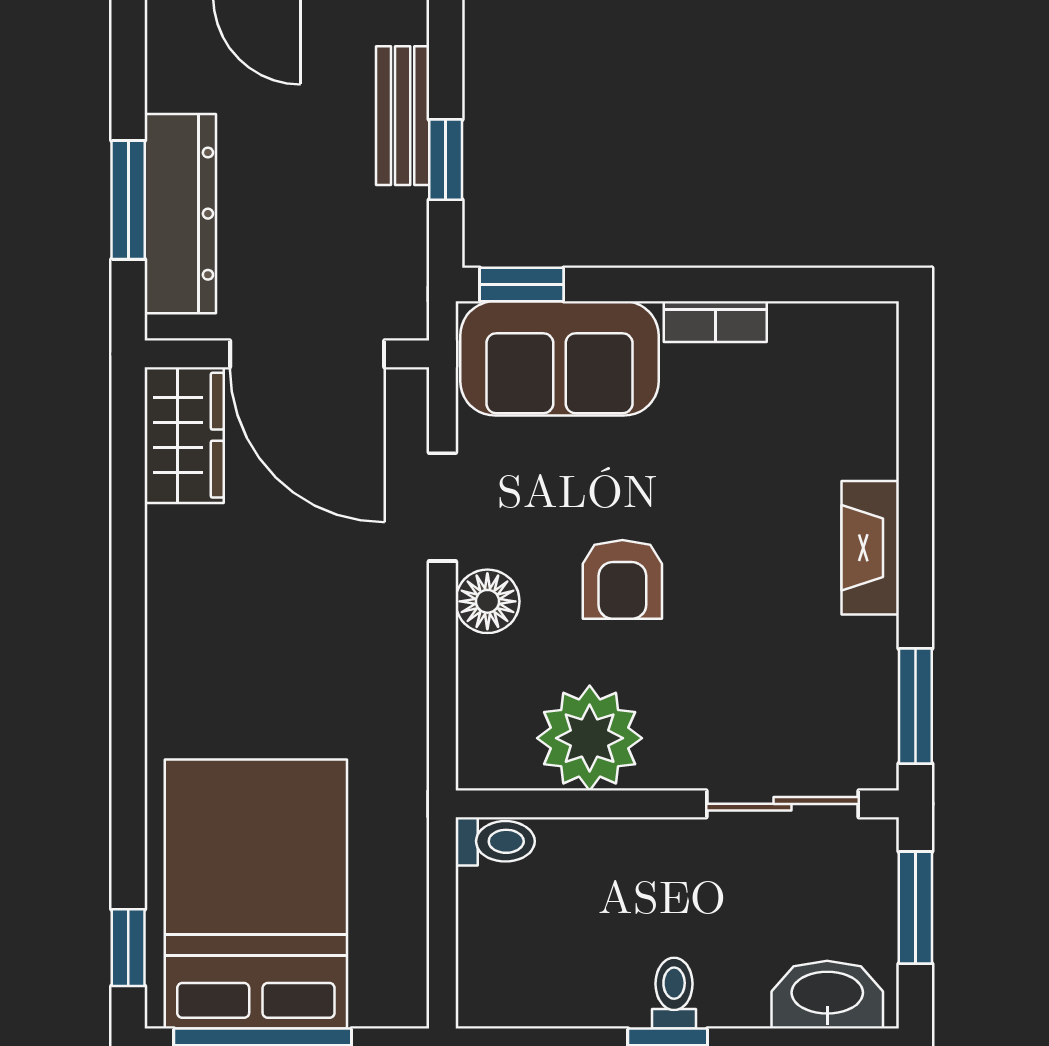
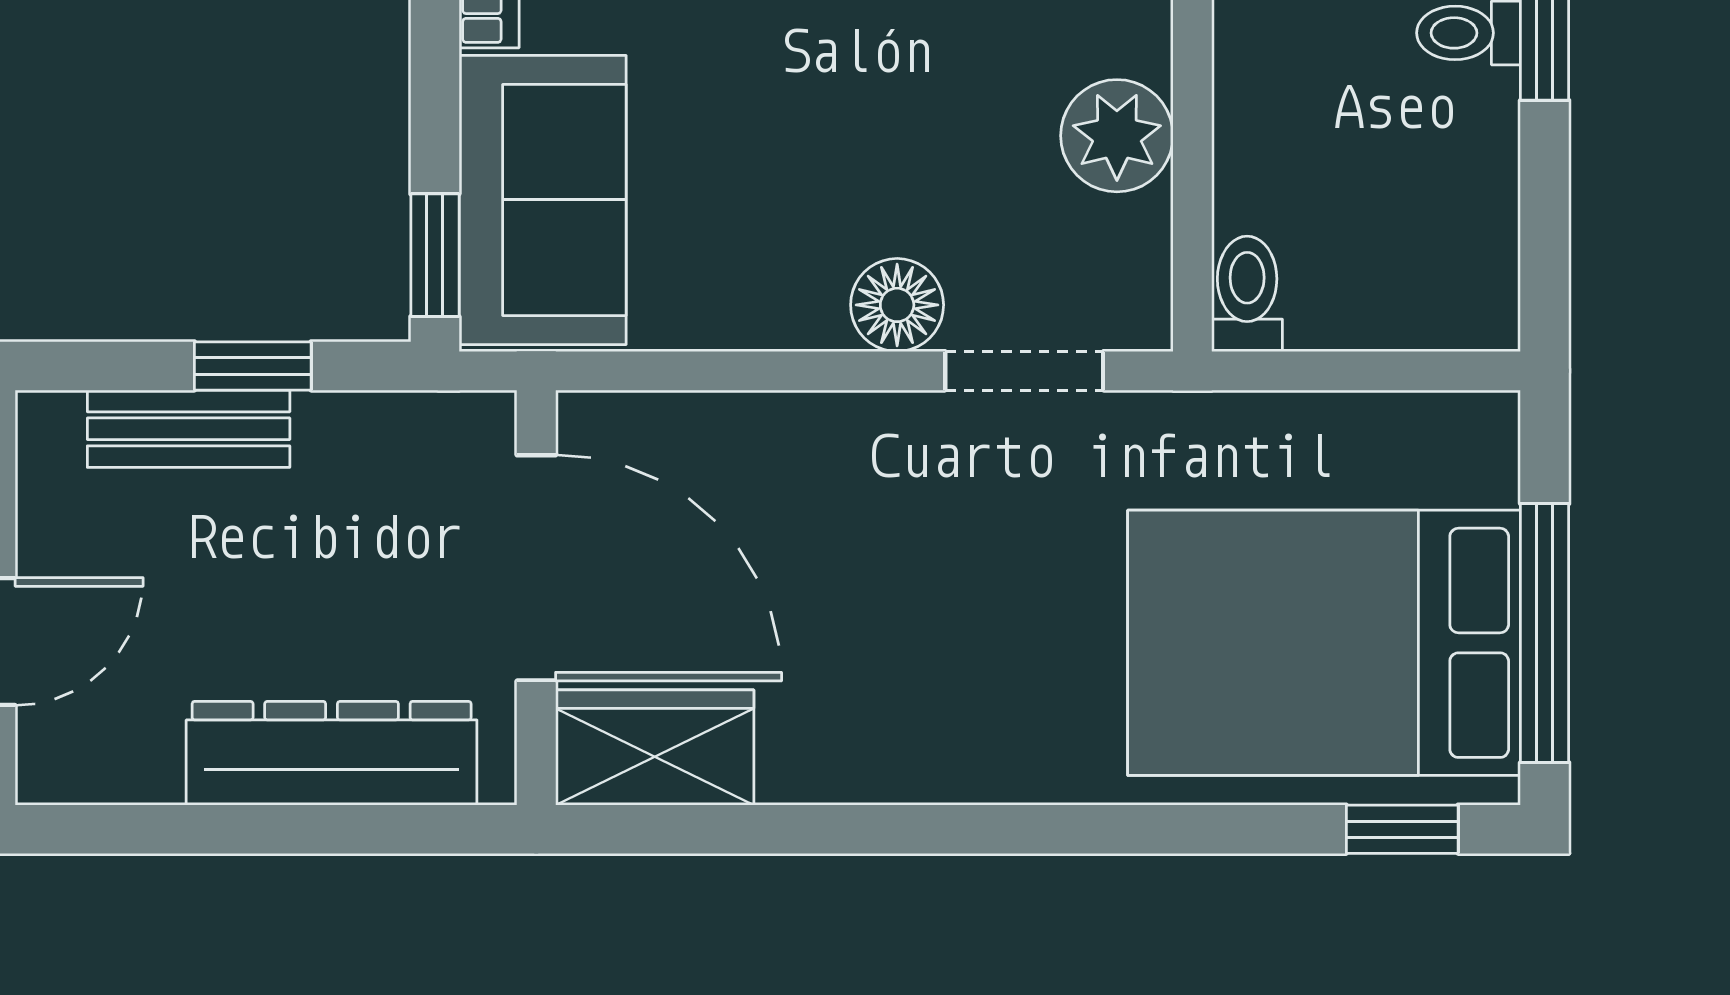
window: (128, 200) -> (311, 829), removed
door: (307, 354) -> (536, 568), hinge flipped
doorway: (442, 507) -> (1024, 371), moved
armchair: (622, 579) -> (865, 108), removed
plant: (590, 738) -> (1117, 136), width x0.73, depth x0.73

